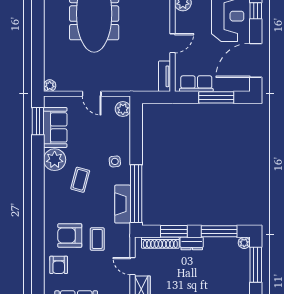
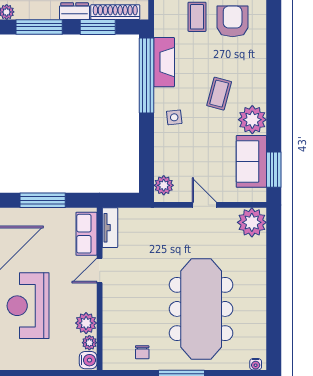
row of seats: (196, 84) -> (86, 234), moved, turned 90
plant: (50, 86) -> (252, 222), width x1.87, depth x1.87
armchair: (70, 235) -> (233, 21), turned -90

